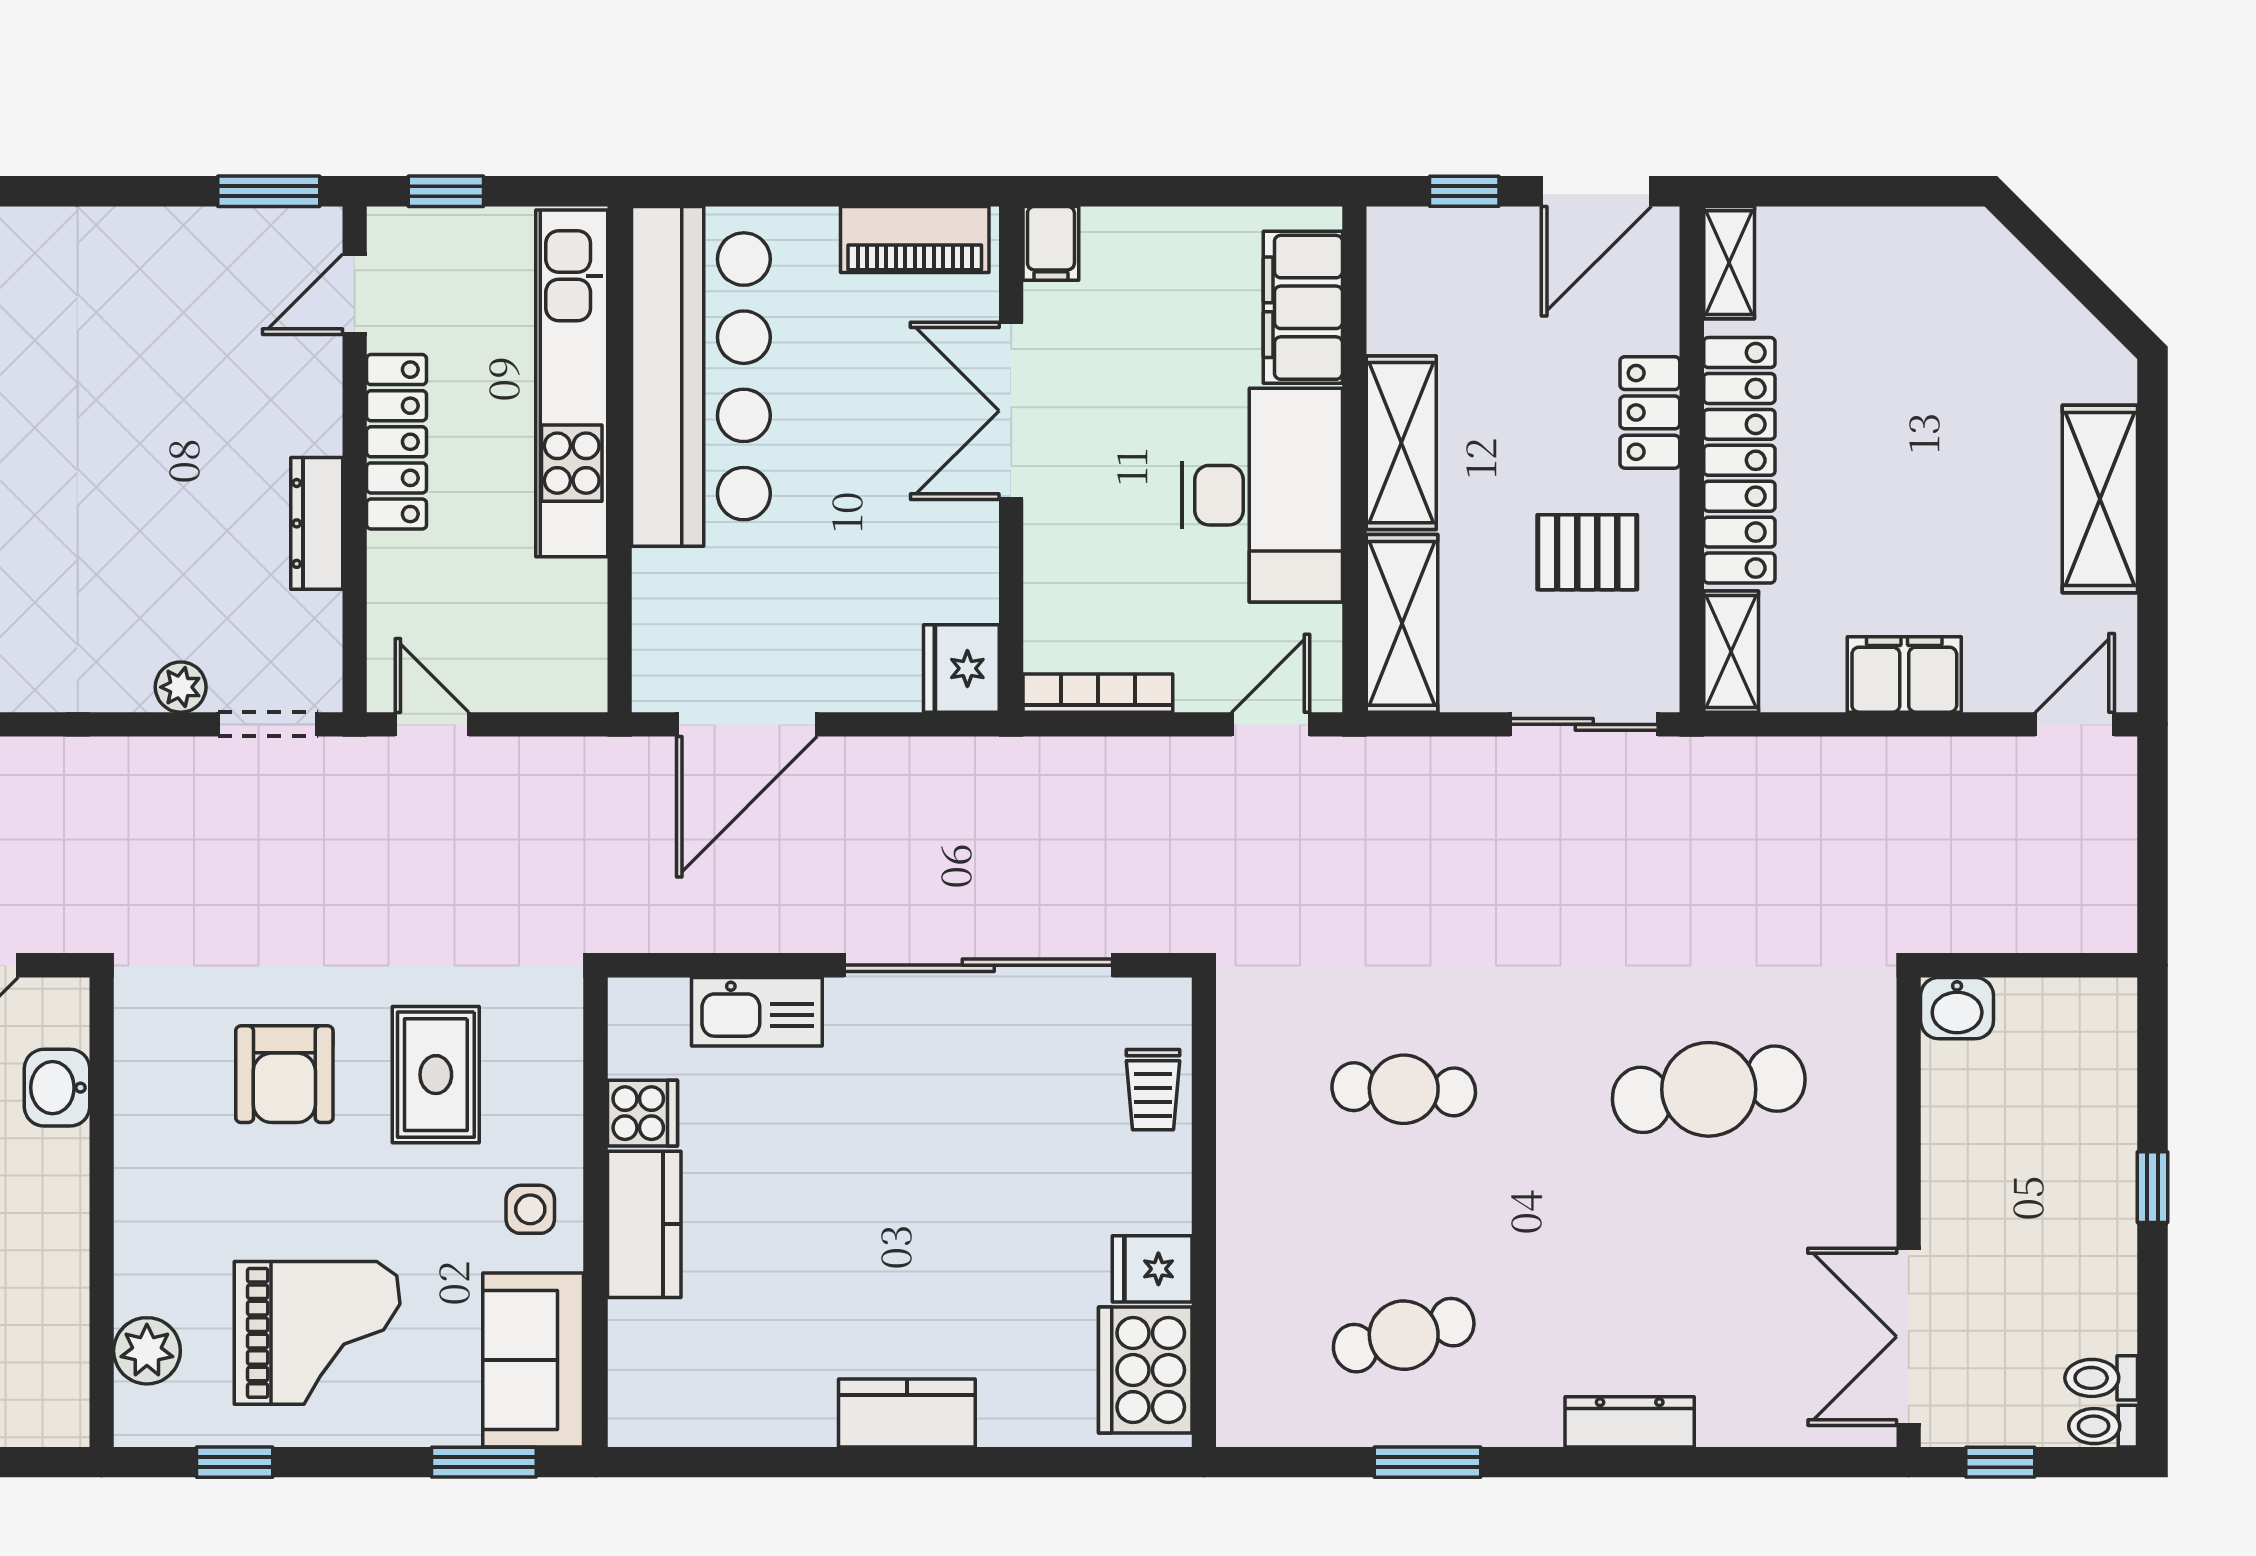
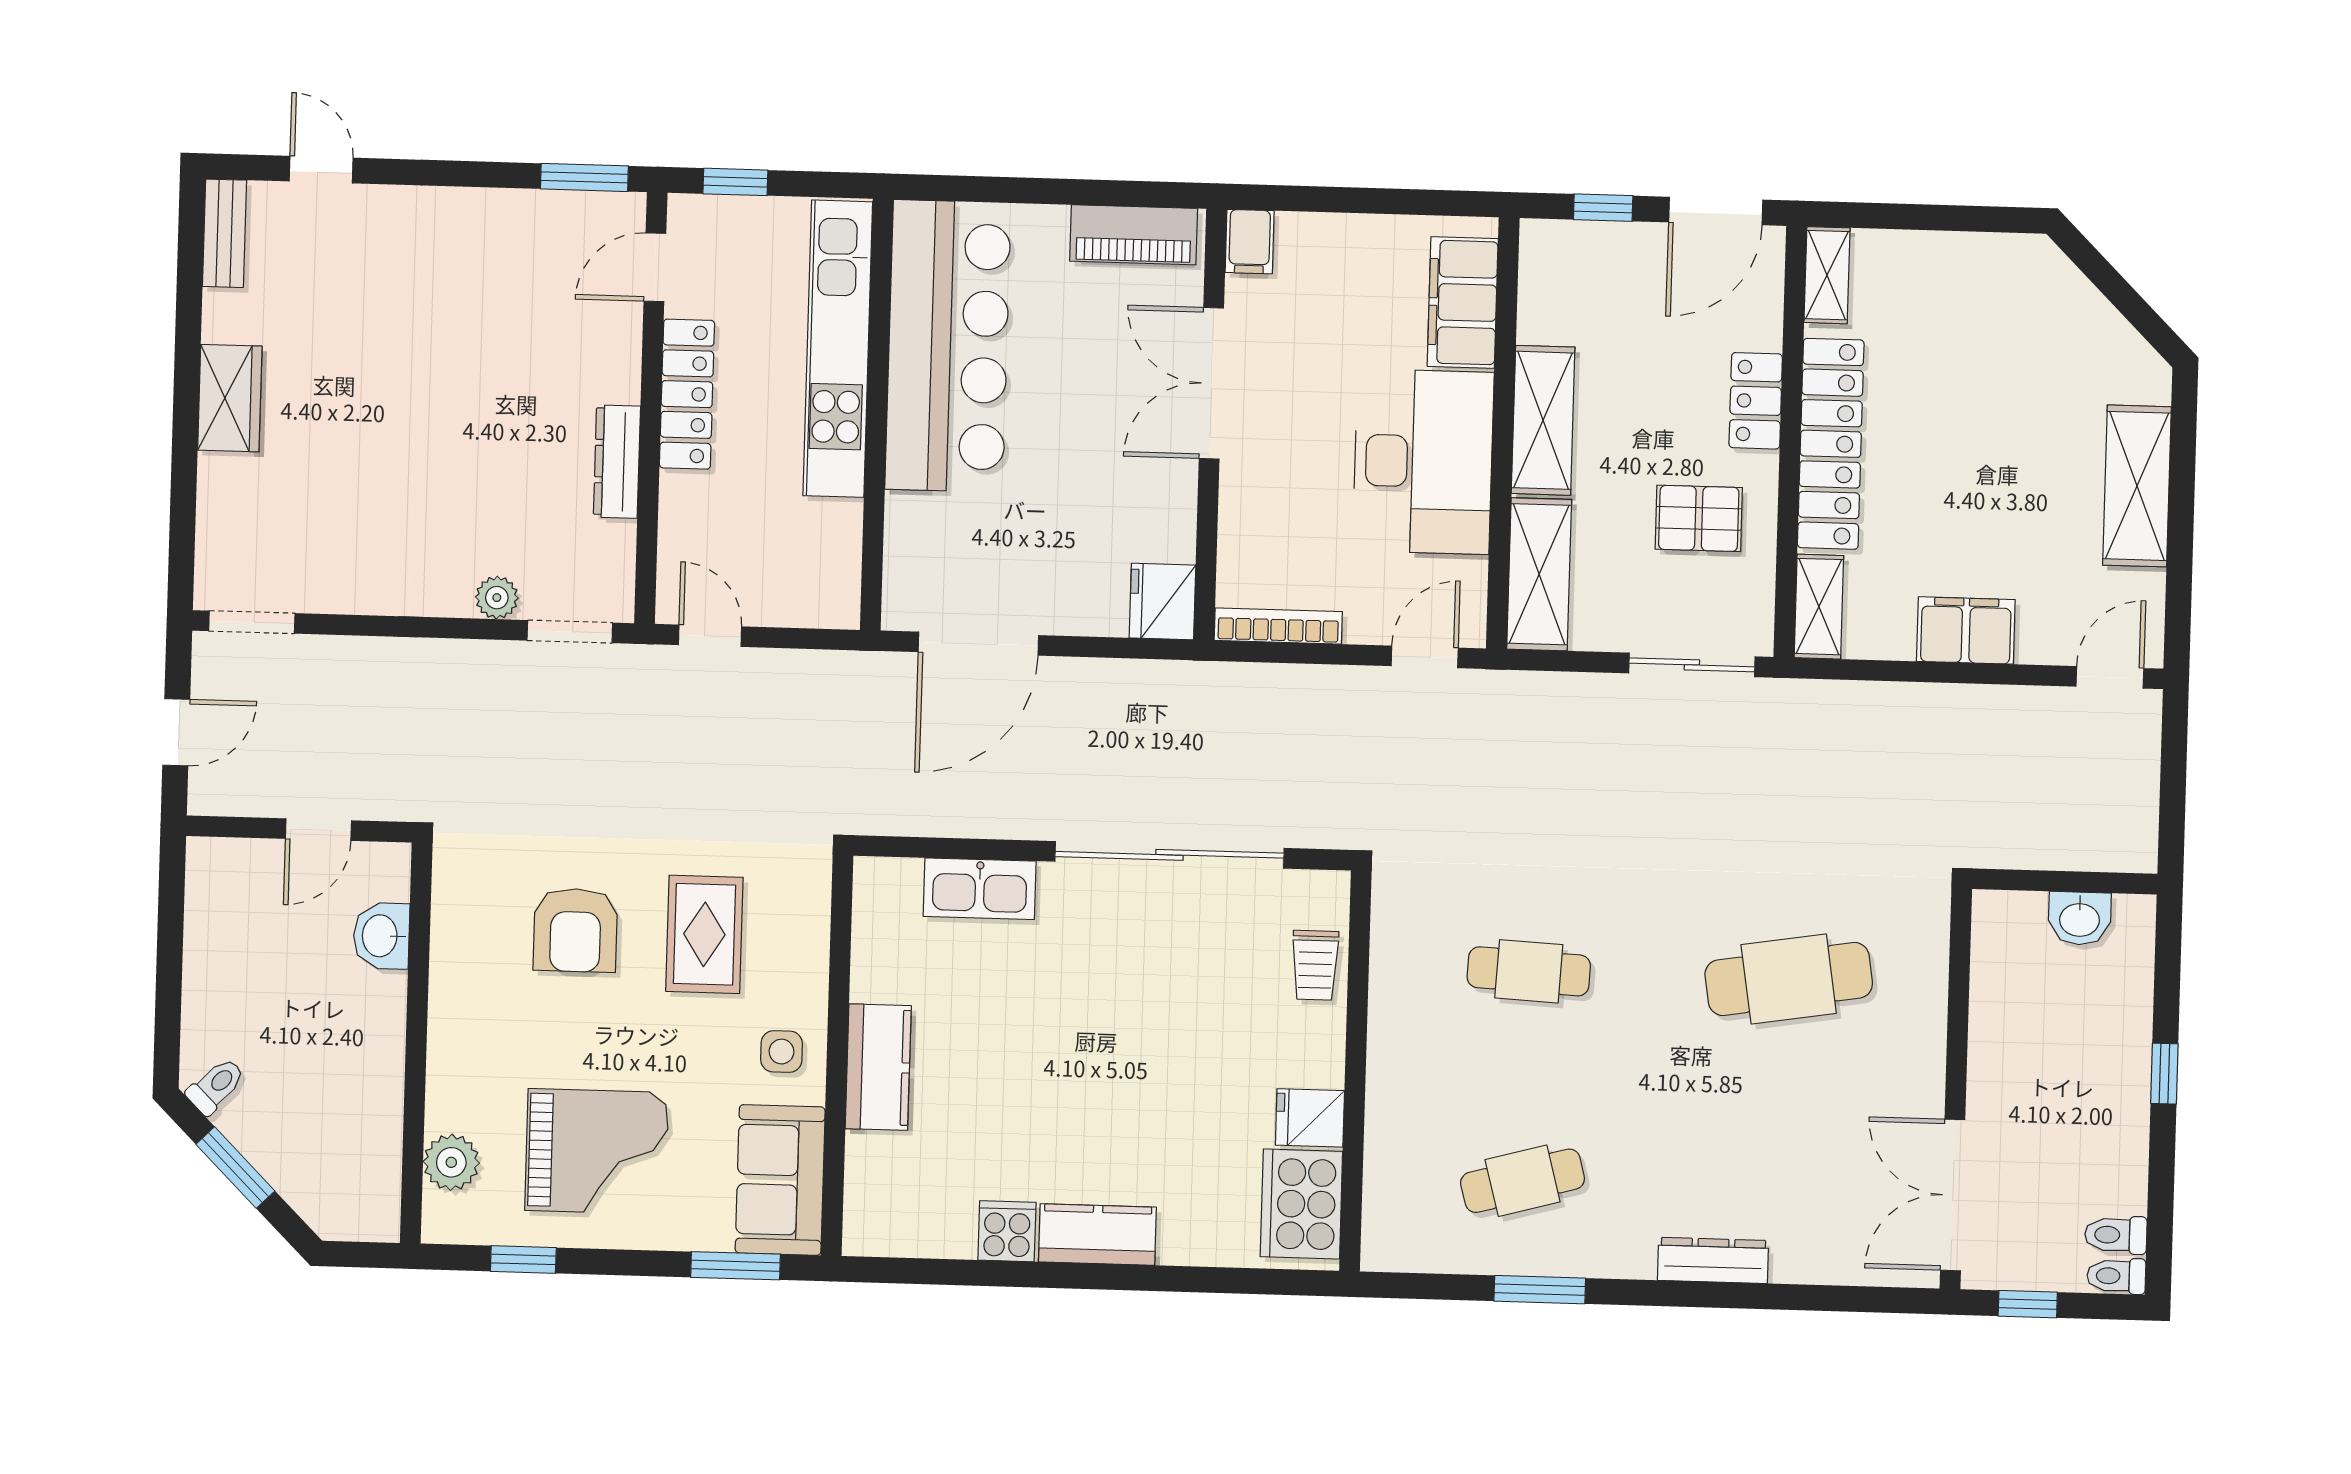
washbasin: (1957, 1008) -> (2080, 918), moved
cooker: (642, 1113) -> (1007, 1231), moved, turned -90

